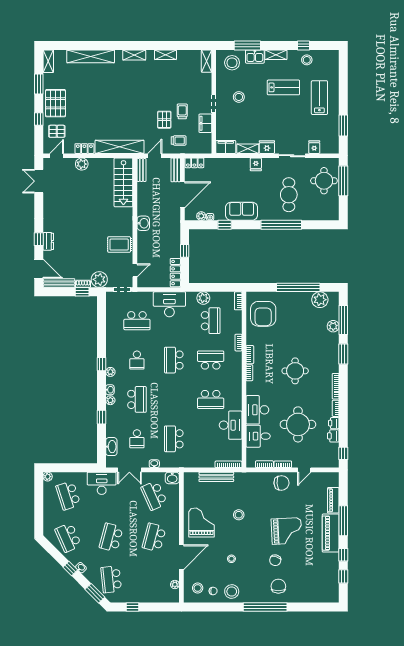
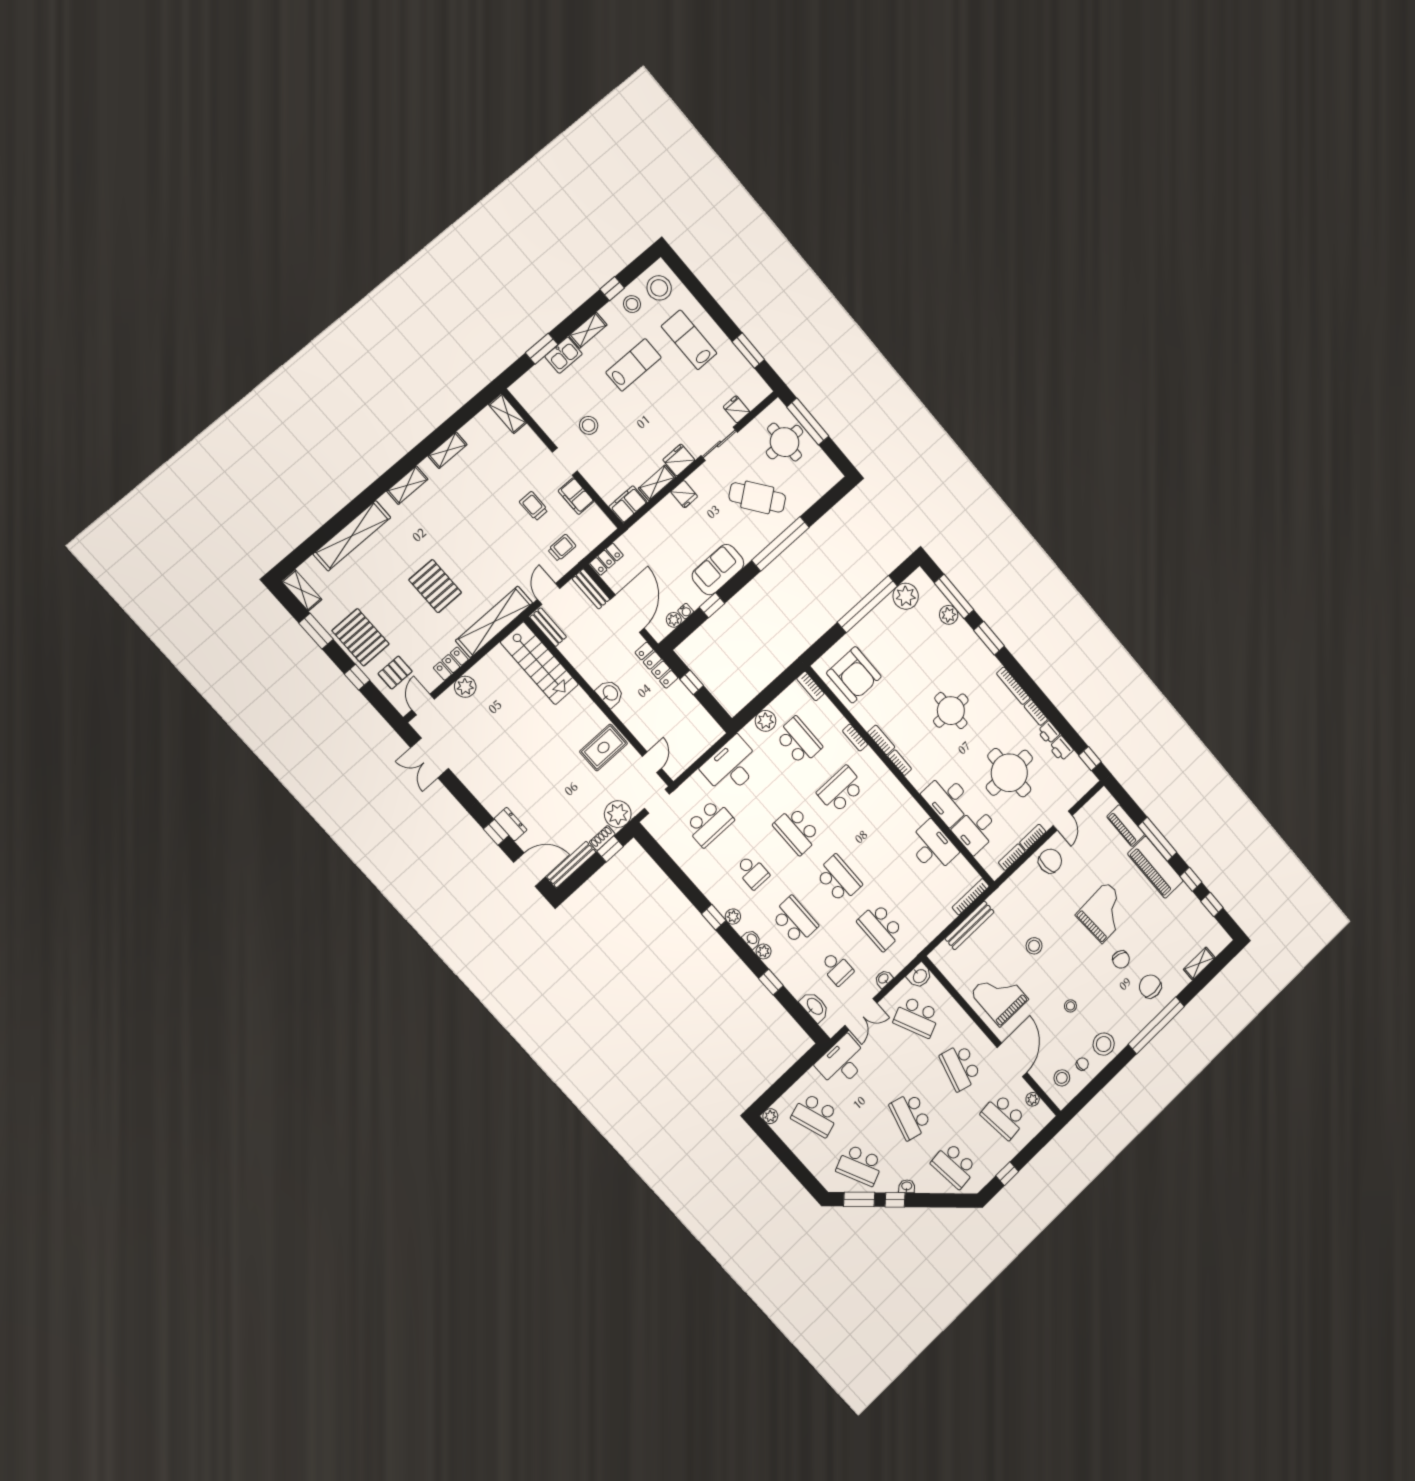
window: (247, 46) -> (542, 349), width x0.69
stool: (232, 63) -> (659, 288), moved
pallet: (164, 120) -> (435, 586), moved, width x1.50, depth x1.42
cafe table: (289, 195) -> (757, 497), turned -37
locker: (175, 273) -> (656, 665), moved
school desk: (211, 399) -> (839, 879), moved, turned -90
school desk: (154, 579) -> (1004, 1117), added
window: (95, 593) -> (859, 1199), moved
shelving: (312, 598) -> (1199, 963), added

